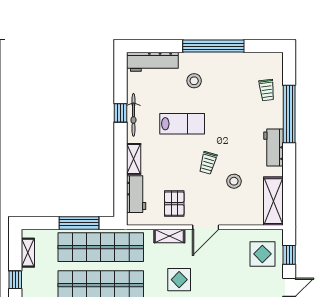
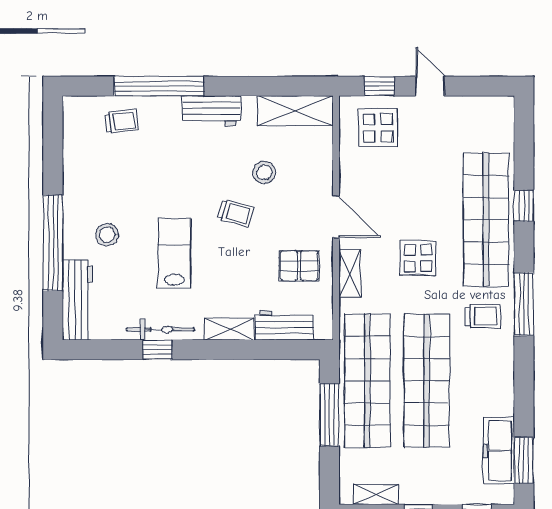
window: (213, 46) -> (53, 243), moved

